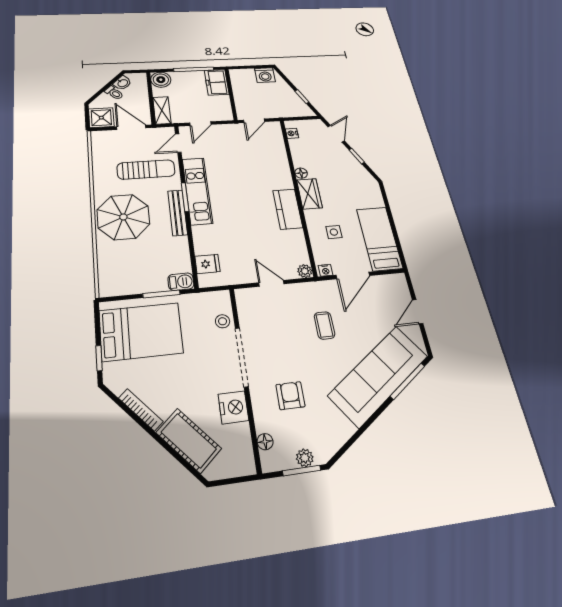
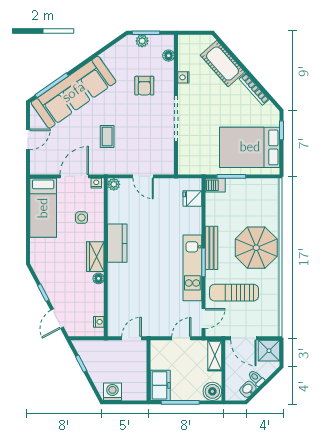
stool: (223, 321) -> (187, 149), removed
nightstand: (233, 407) -> (183, 77), width x0.53, depth x0.56

